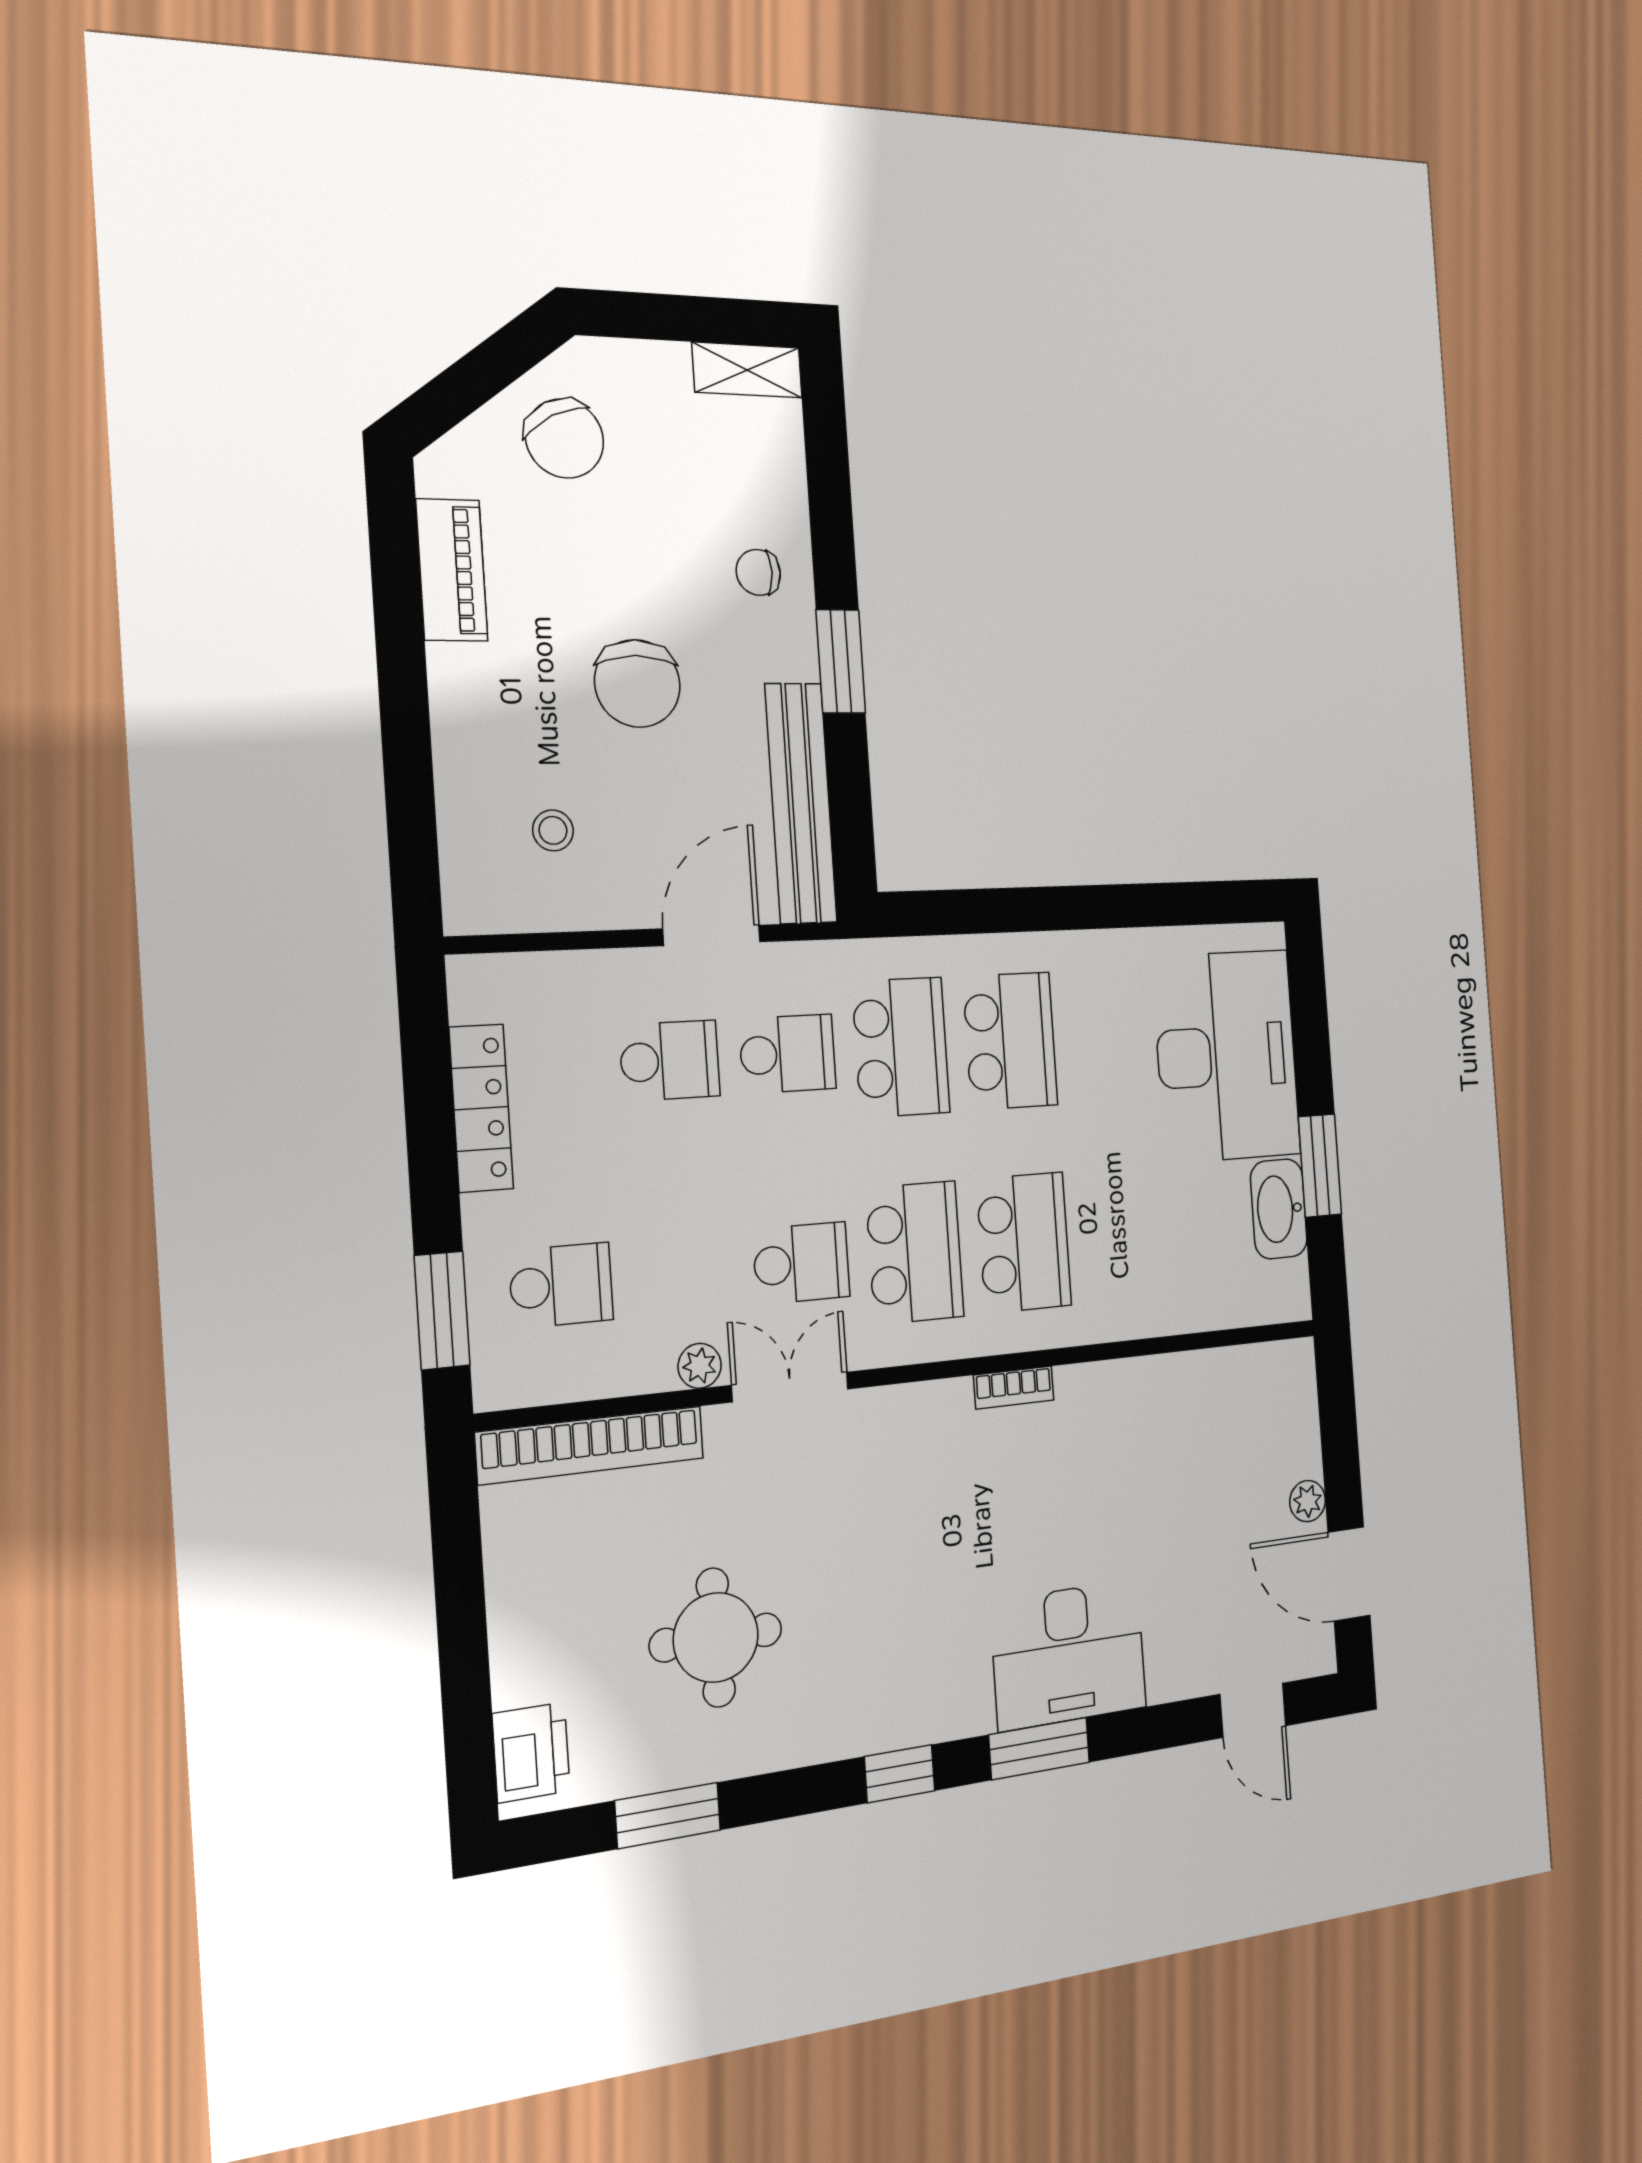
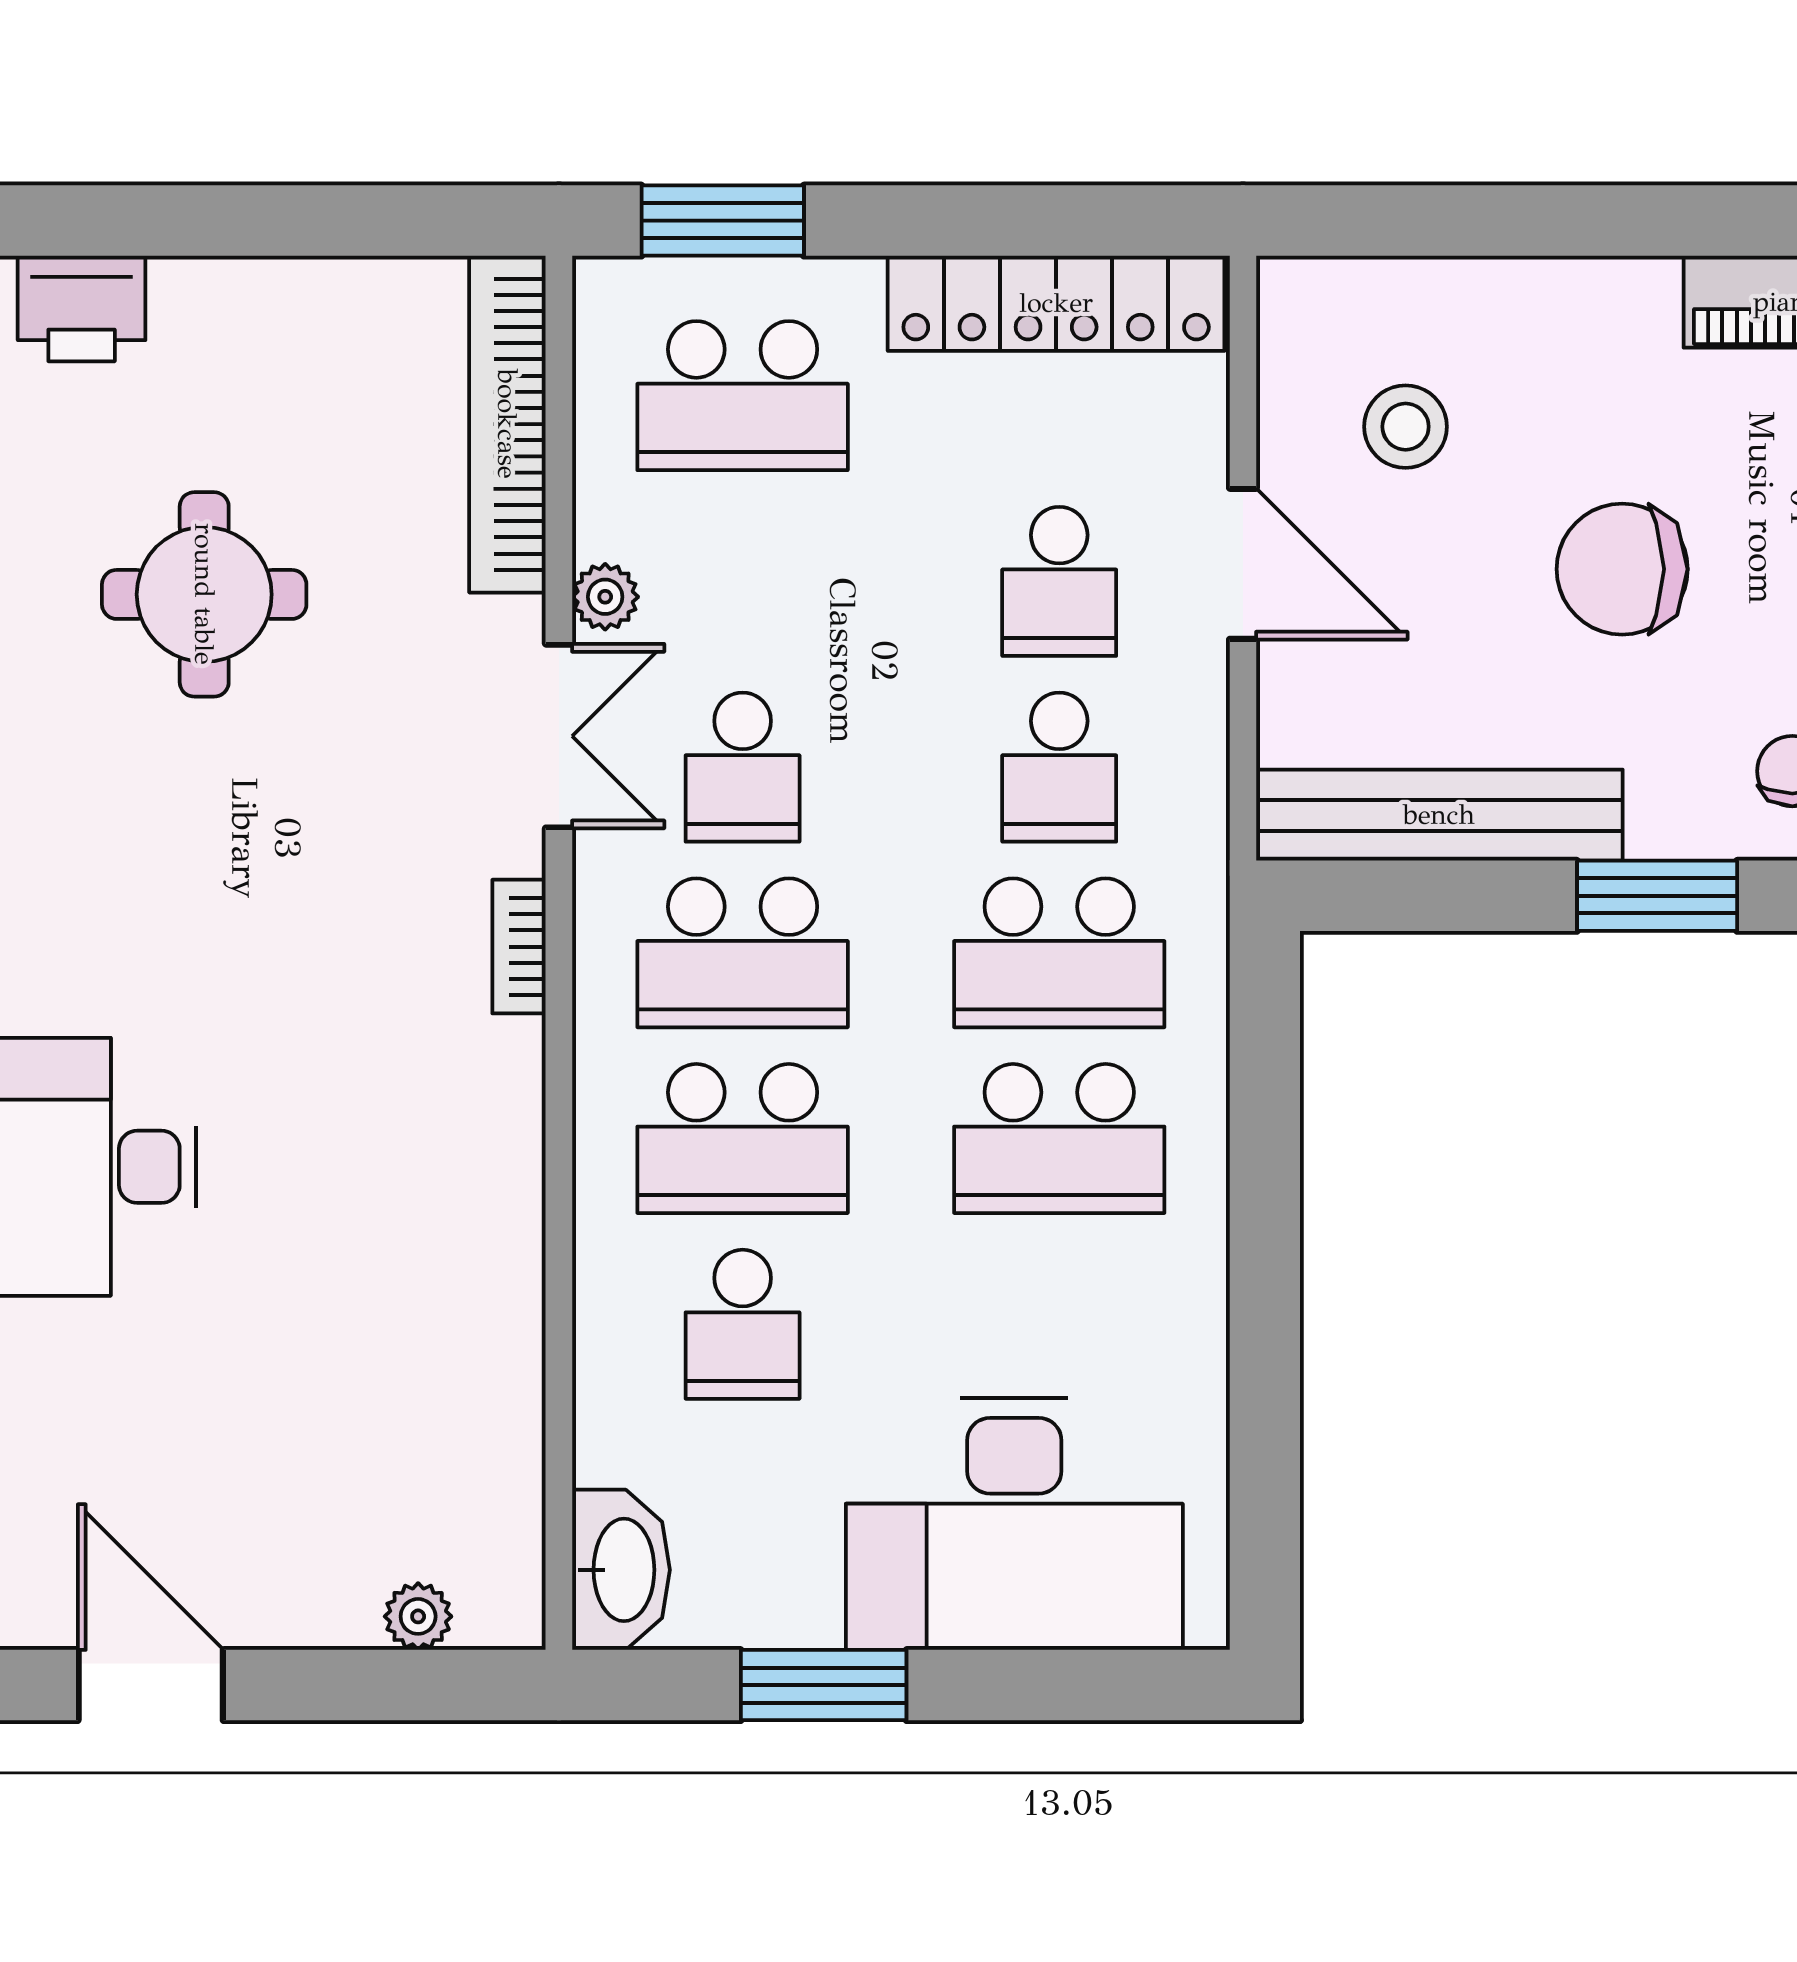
stool: (553, 830) -> (1406, 427), width x1.37, depth x1.37
door: (712, 935) -> (1243, 564), moved
locker: (481, 1108) -> (1056, 303), width x1.41, depth x1.21
washbasin: (1279, 1209) -> (621, 1570), moved, turned 90
school desk: (1129, 1233) -> (743, 1324), added
school desk: (561, 1285) -> (743, 396), width x1.85
bookcase: (1014, 1388) -> (519, 947), moved
plant: (1308, 1501) -> (418, 1616), moved
door: (1349, 1574) -> (151, 1685), hinge flipped

